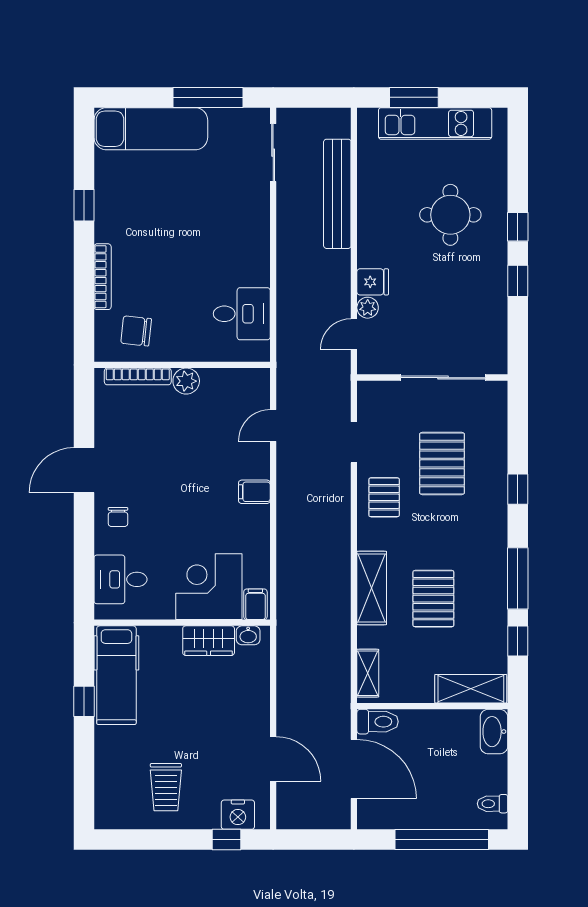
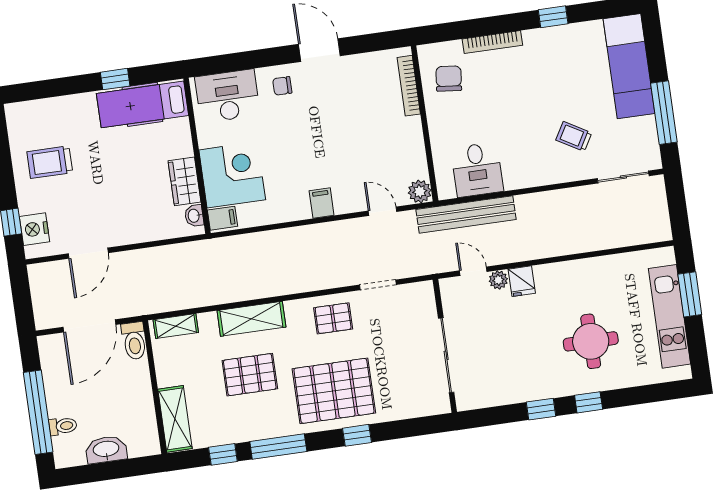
bench: (337, 194) -> (466, 214), moved
trolley: (220, 201) -> (574, 136), added
plant: (186, 381) -> (420, 191), moved
pallet: (442, 463) -> (334, 391), moved, width x1.37, depth x1.41
desk: (121, 579) -> (227, 96), width x1.37
washbasin: (494, 732) -> (106, 450), moved
toilet: (492, 804) -> (63, 426), moved, turned 90

